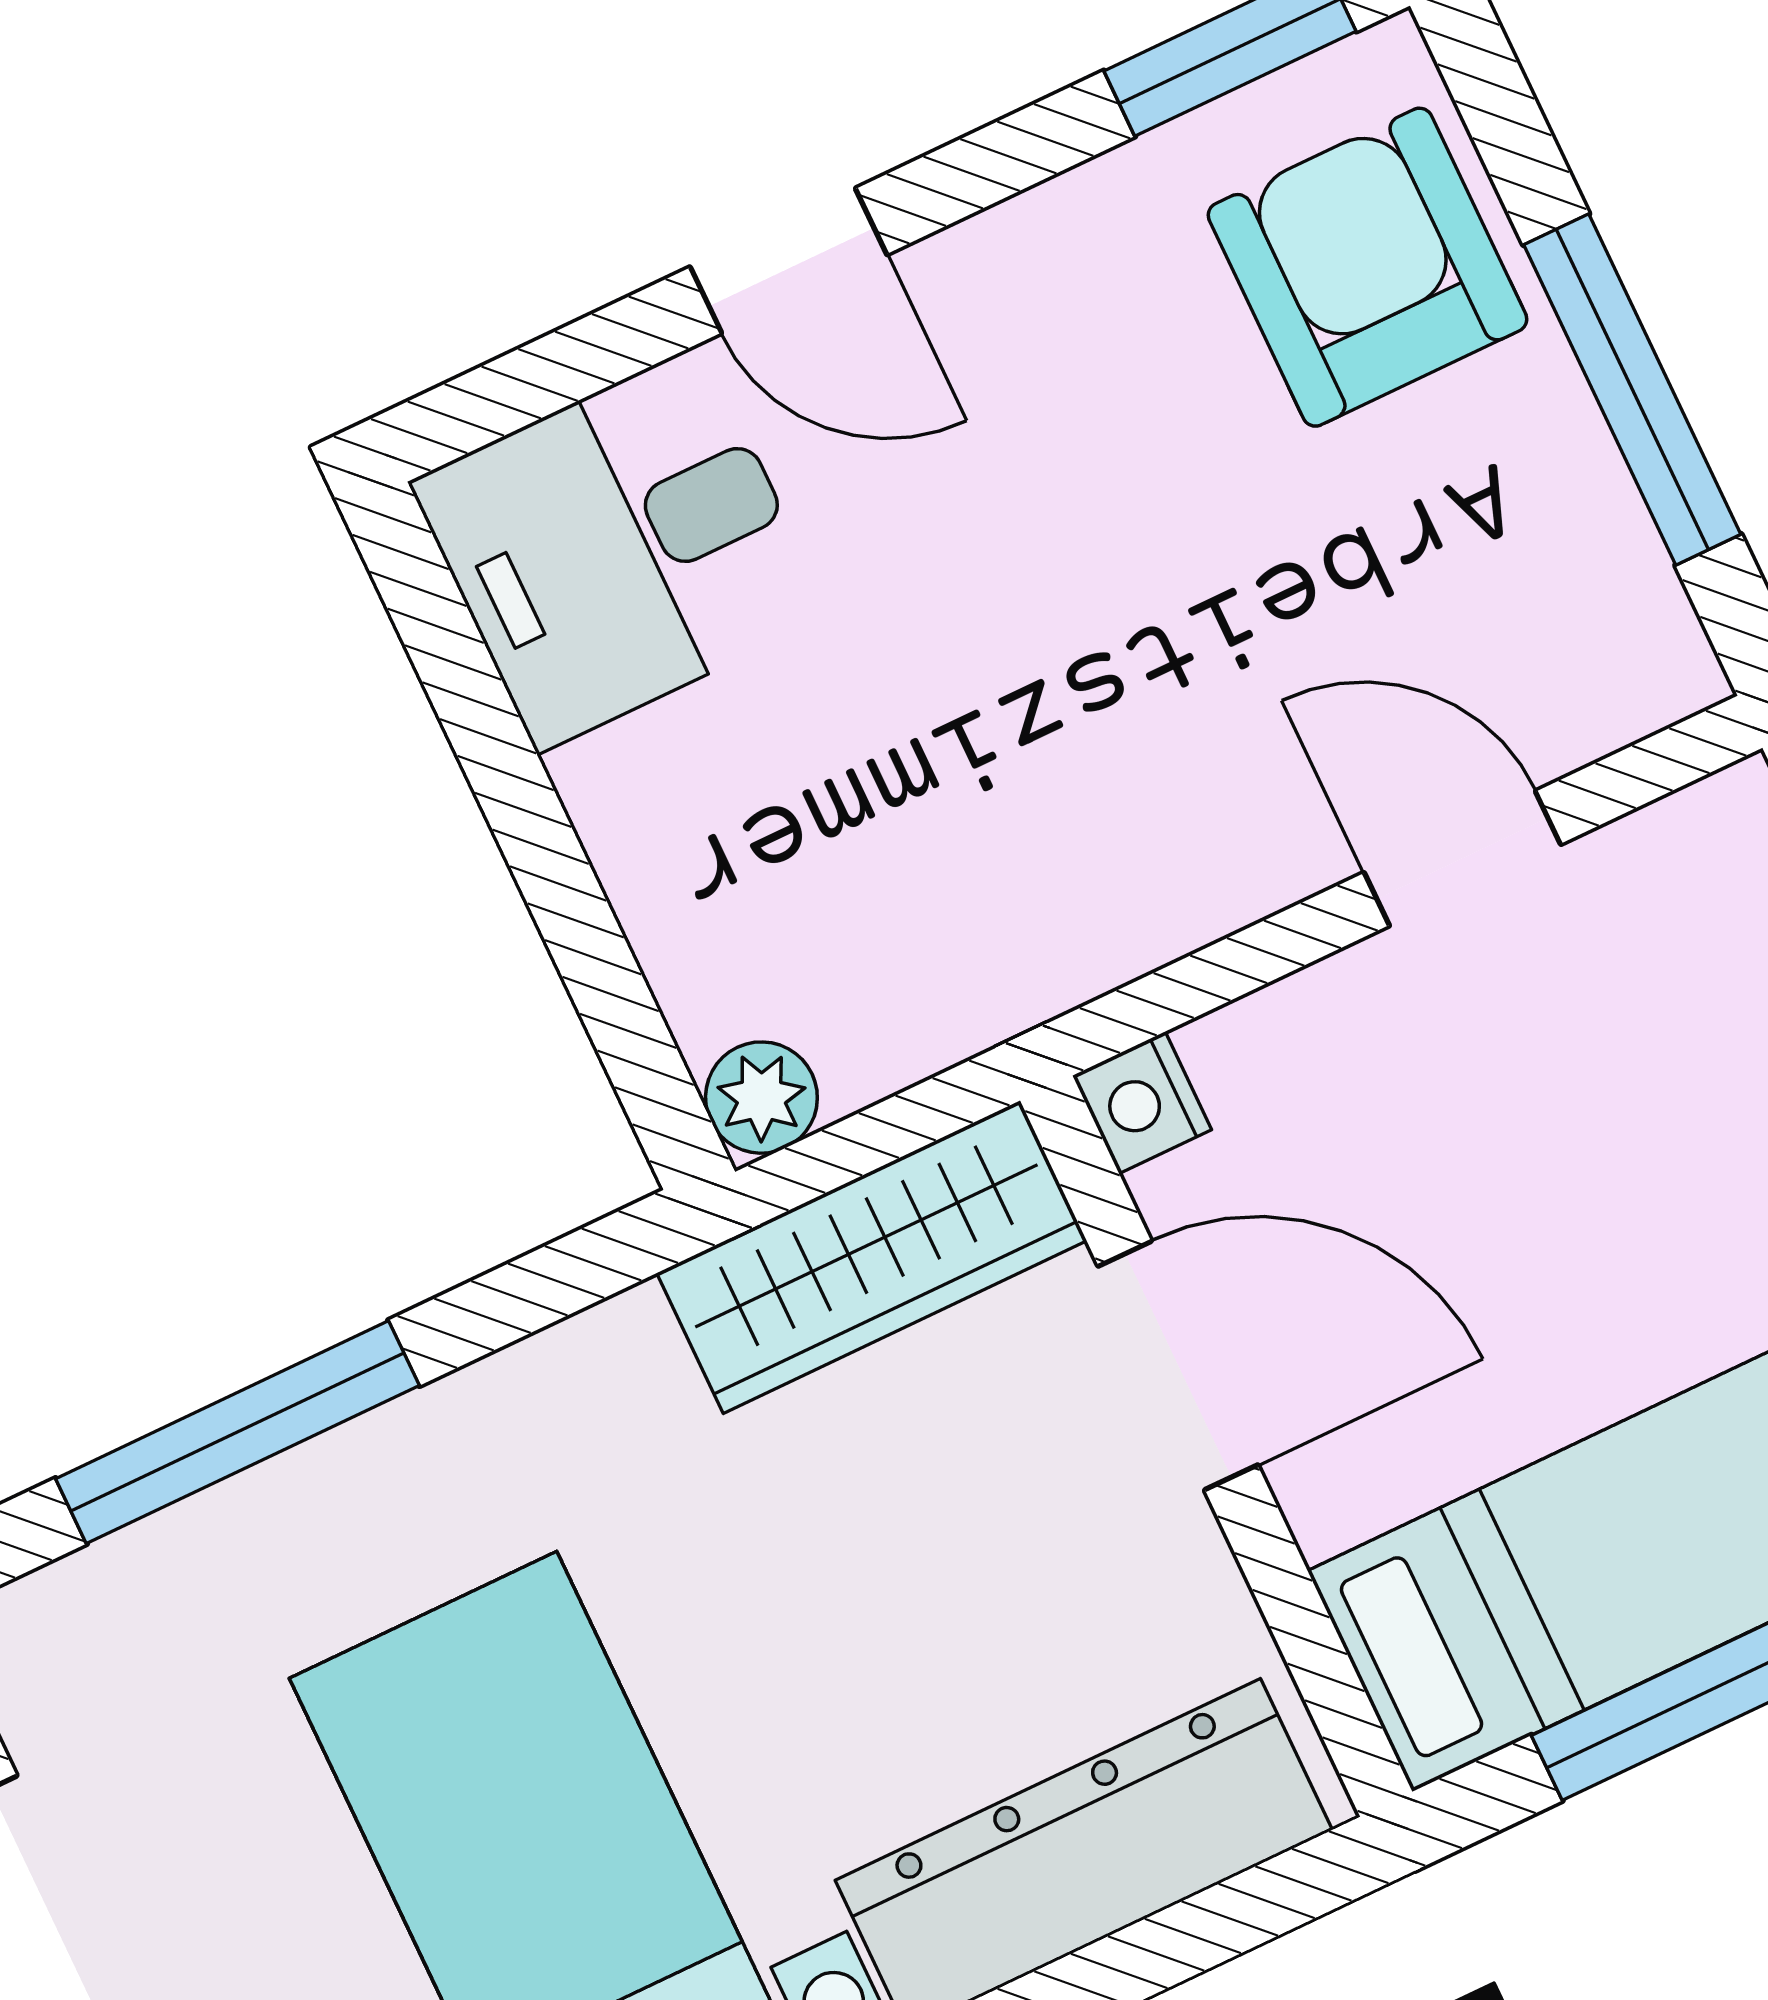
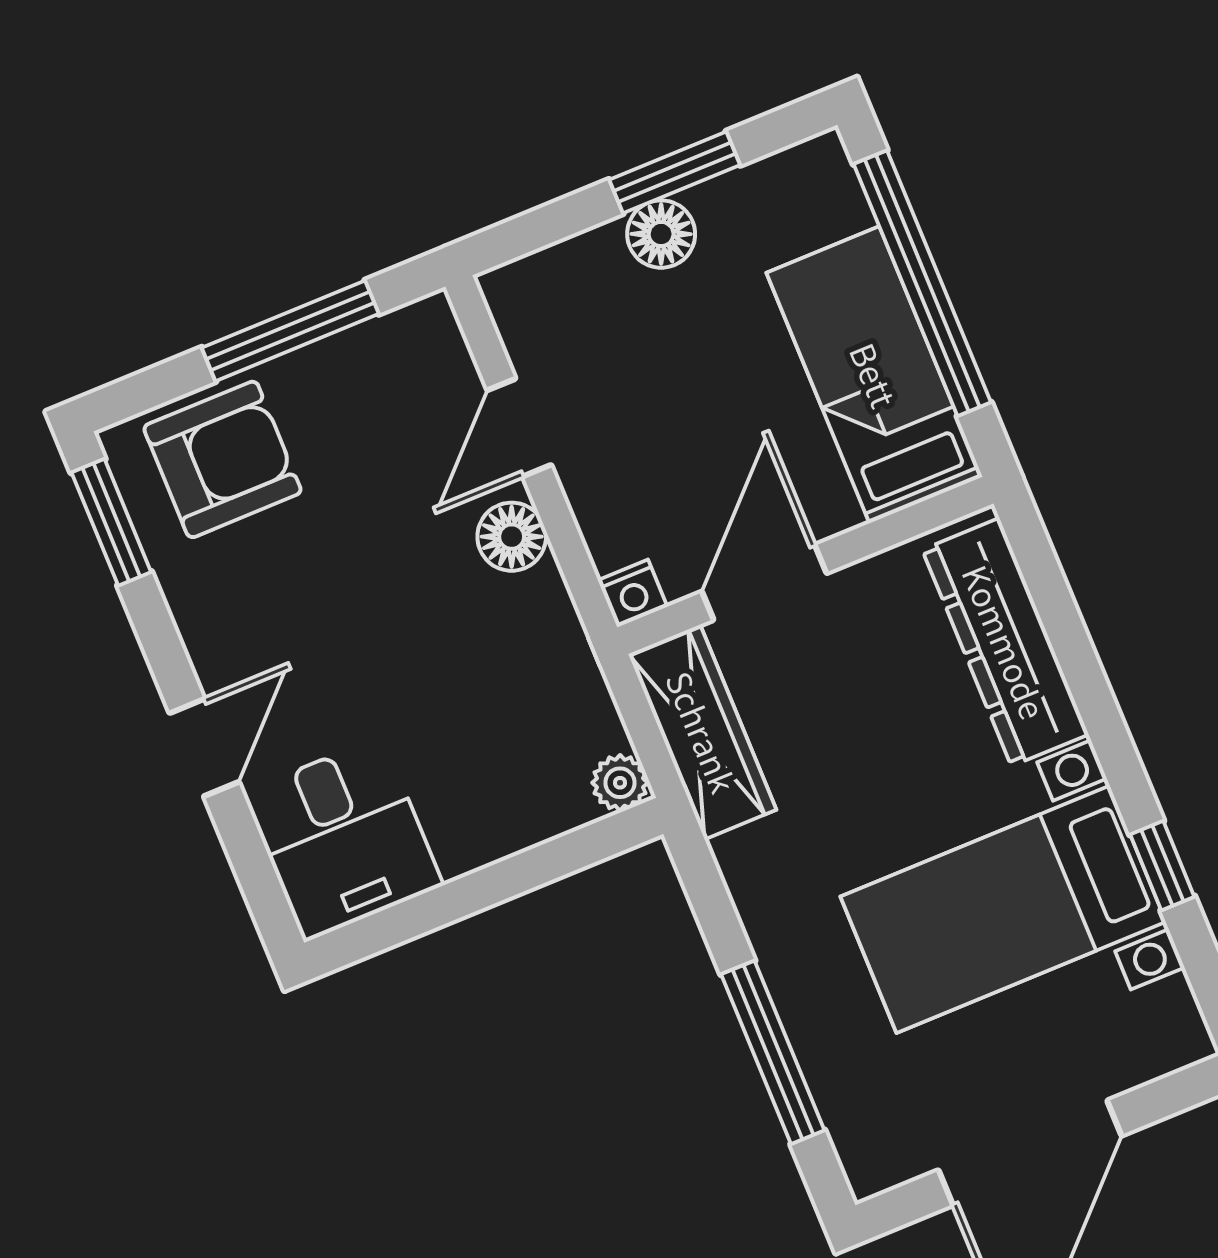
armchair: (1367, 267) -> (222, 459), turned 180
floor lamp: (1243, 855) -> (512, 537), added

